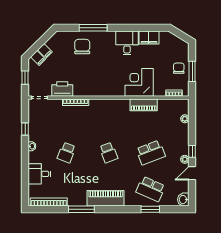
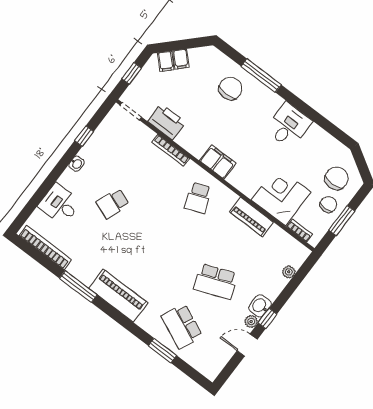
filing cabinet: (149, 38) -> (218, 162), moved, turned 180
chair: (173, 51) -> (337, 178), added
corner desk: (139, 82) -> (281, 196), moved
school desk: (109, 153) -> (198, 198), moved
washbasin: (183, 200) -> (260, 306), moved

